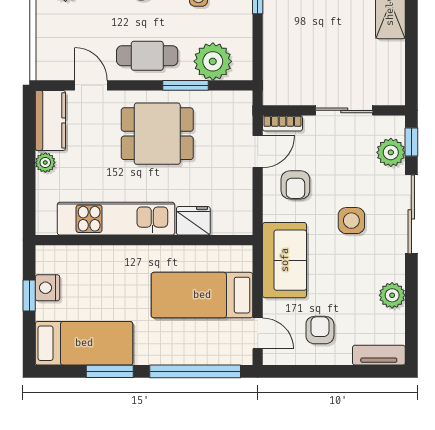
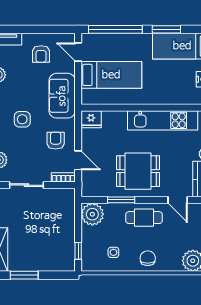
plant: (213, 61) -> (92, 214), moved
door: (258, 152) -> (78, 160), swing flipped
fridge: (193, 221) -> (91, 119), moved

